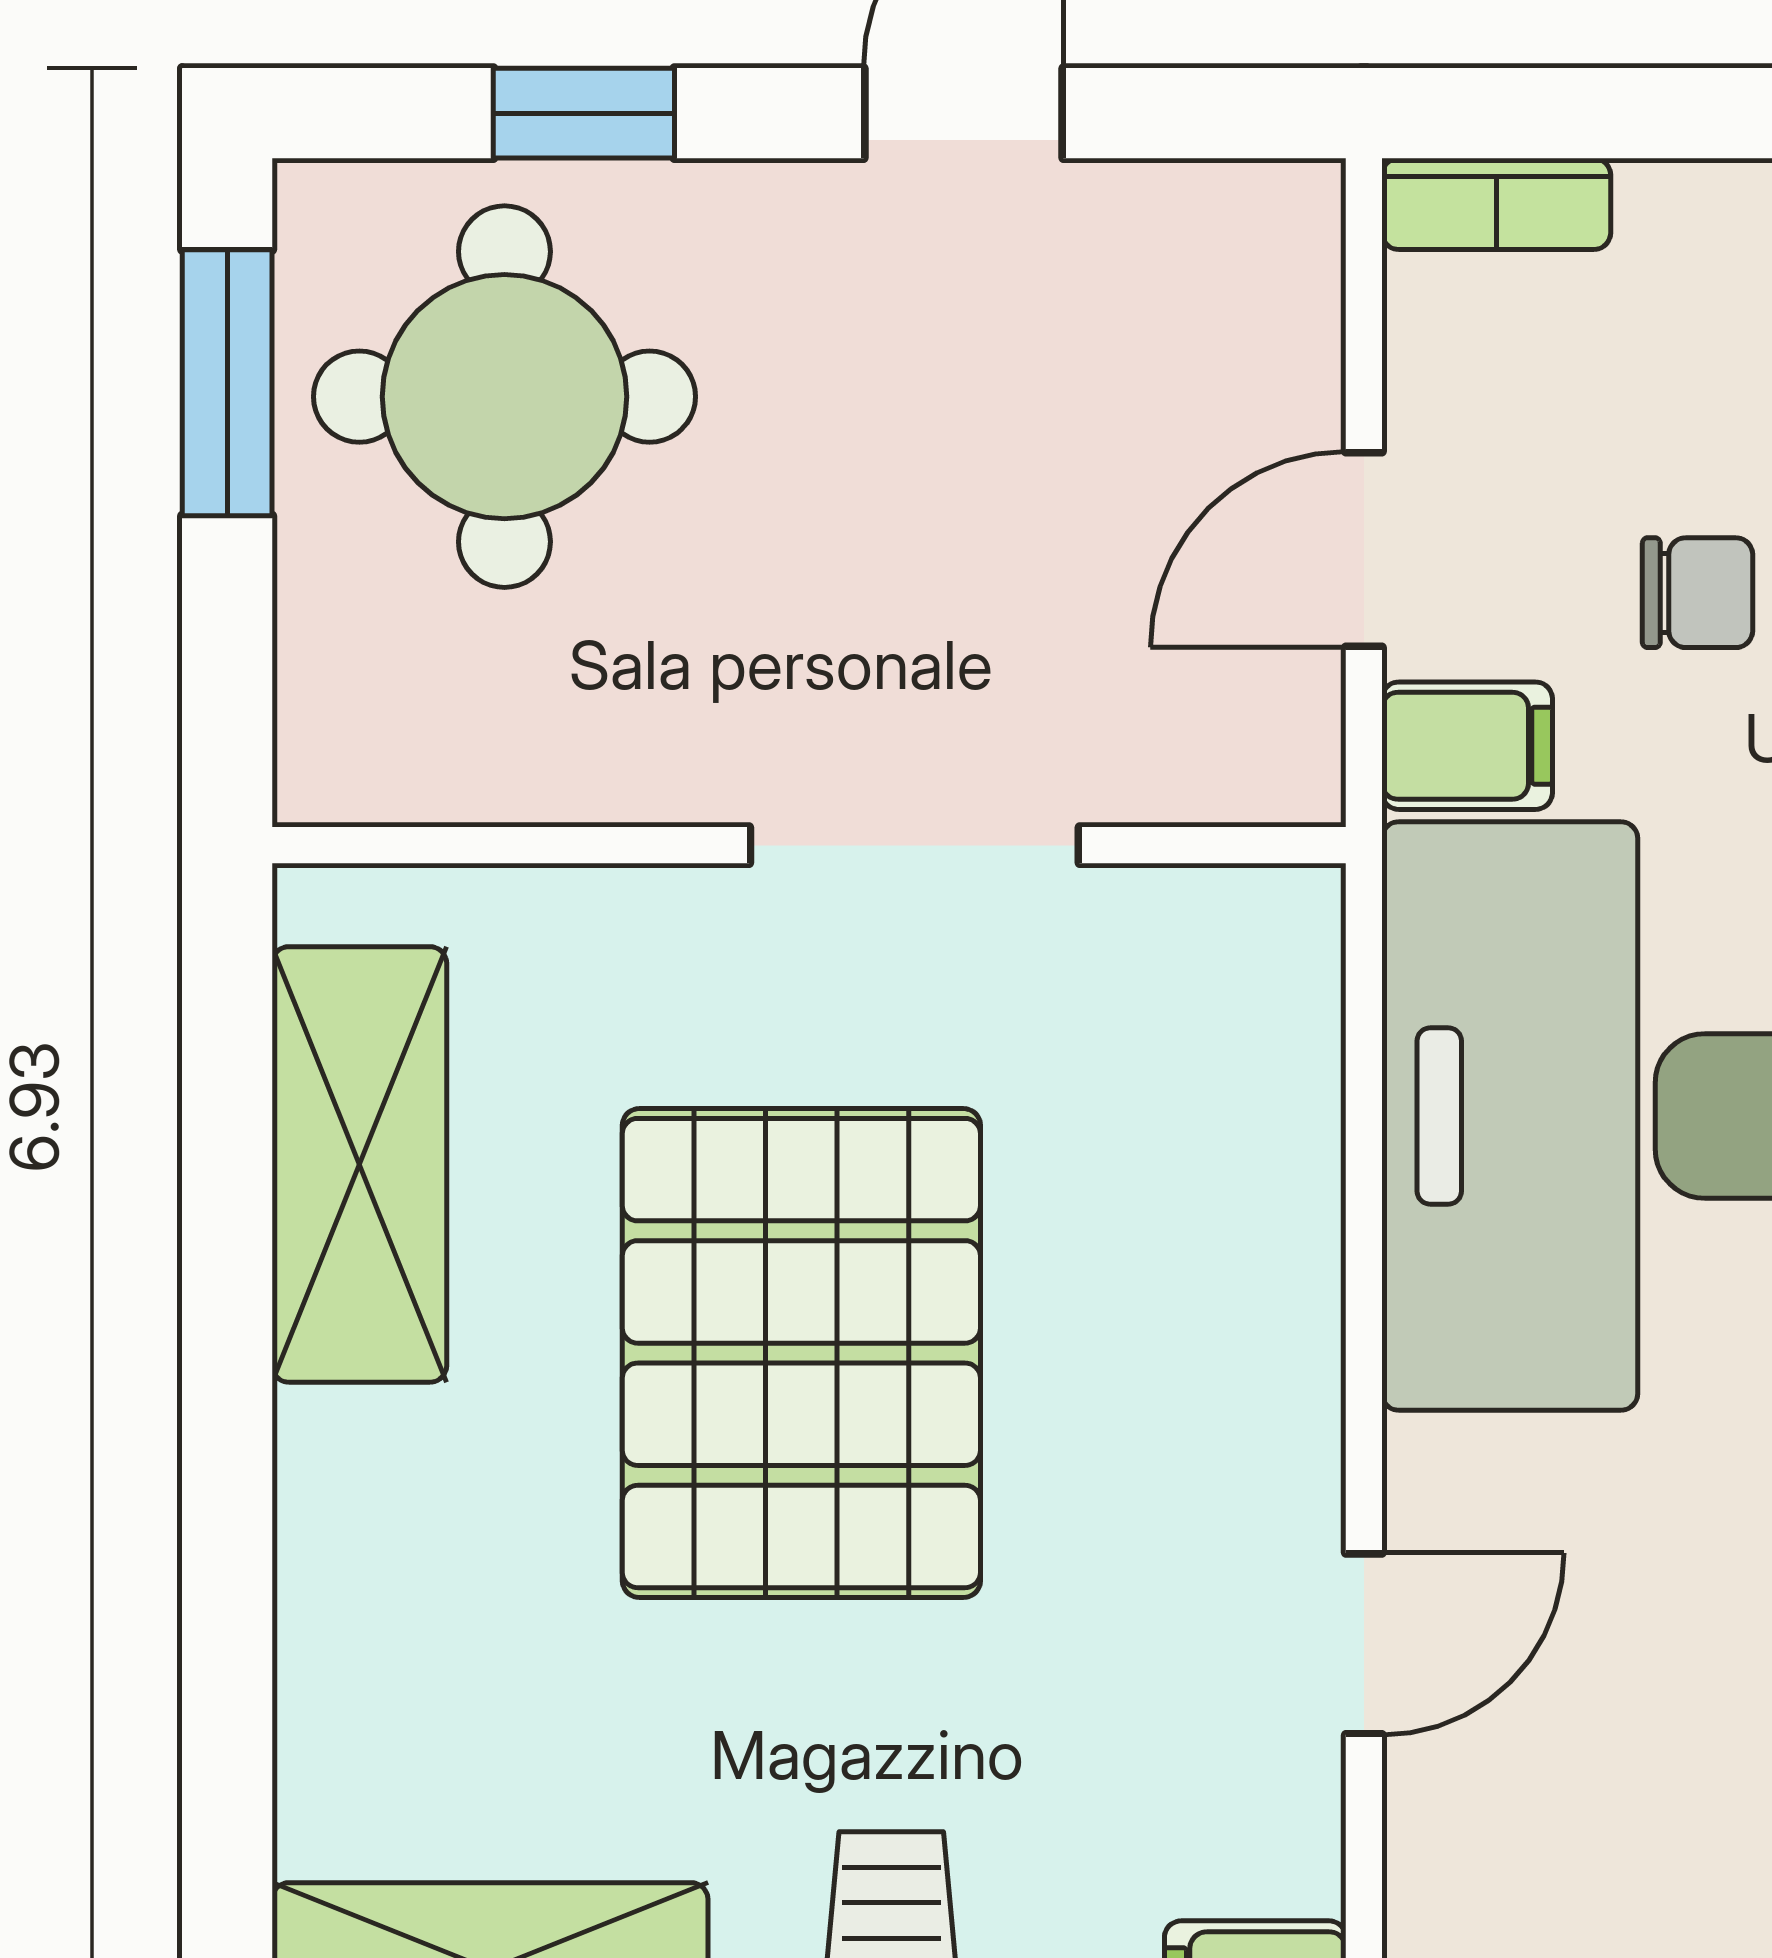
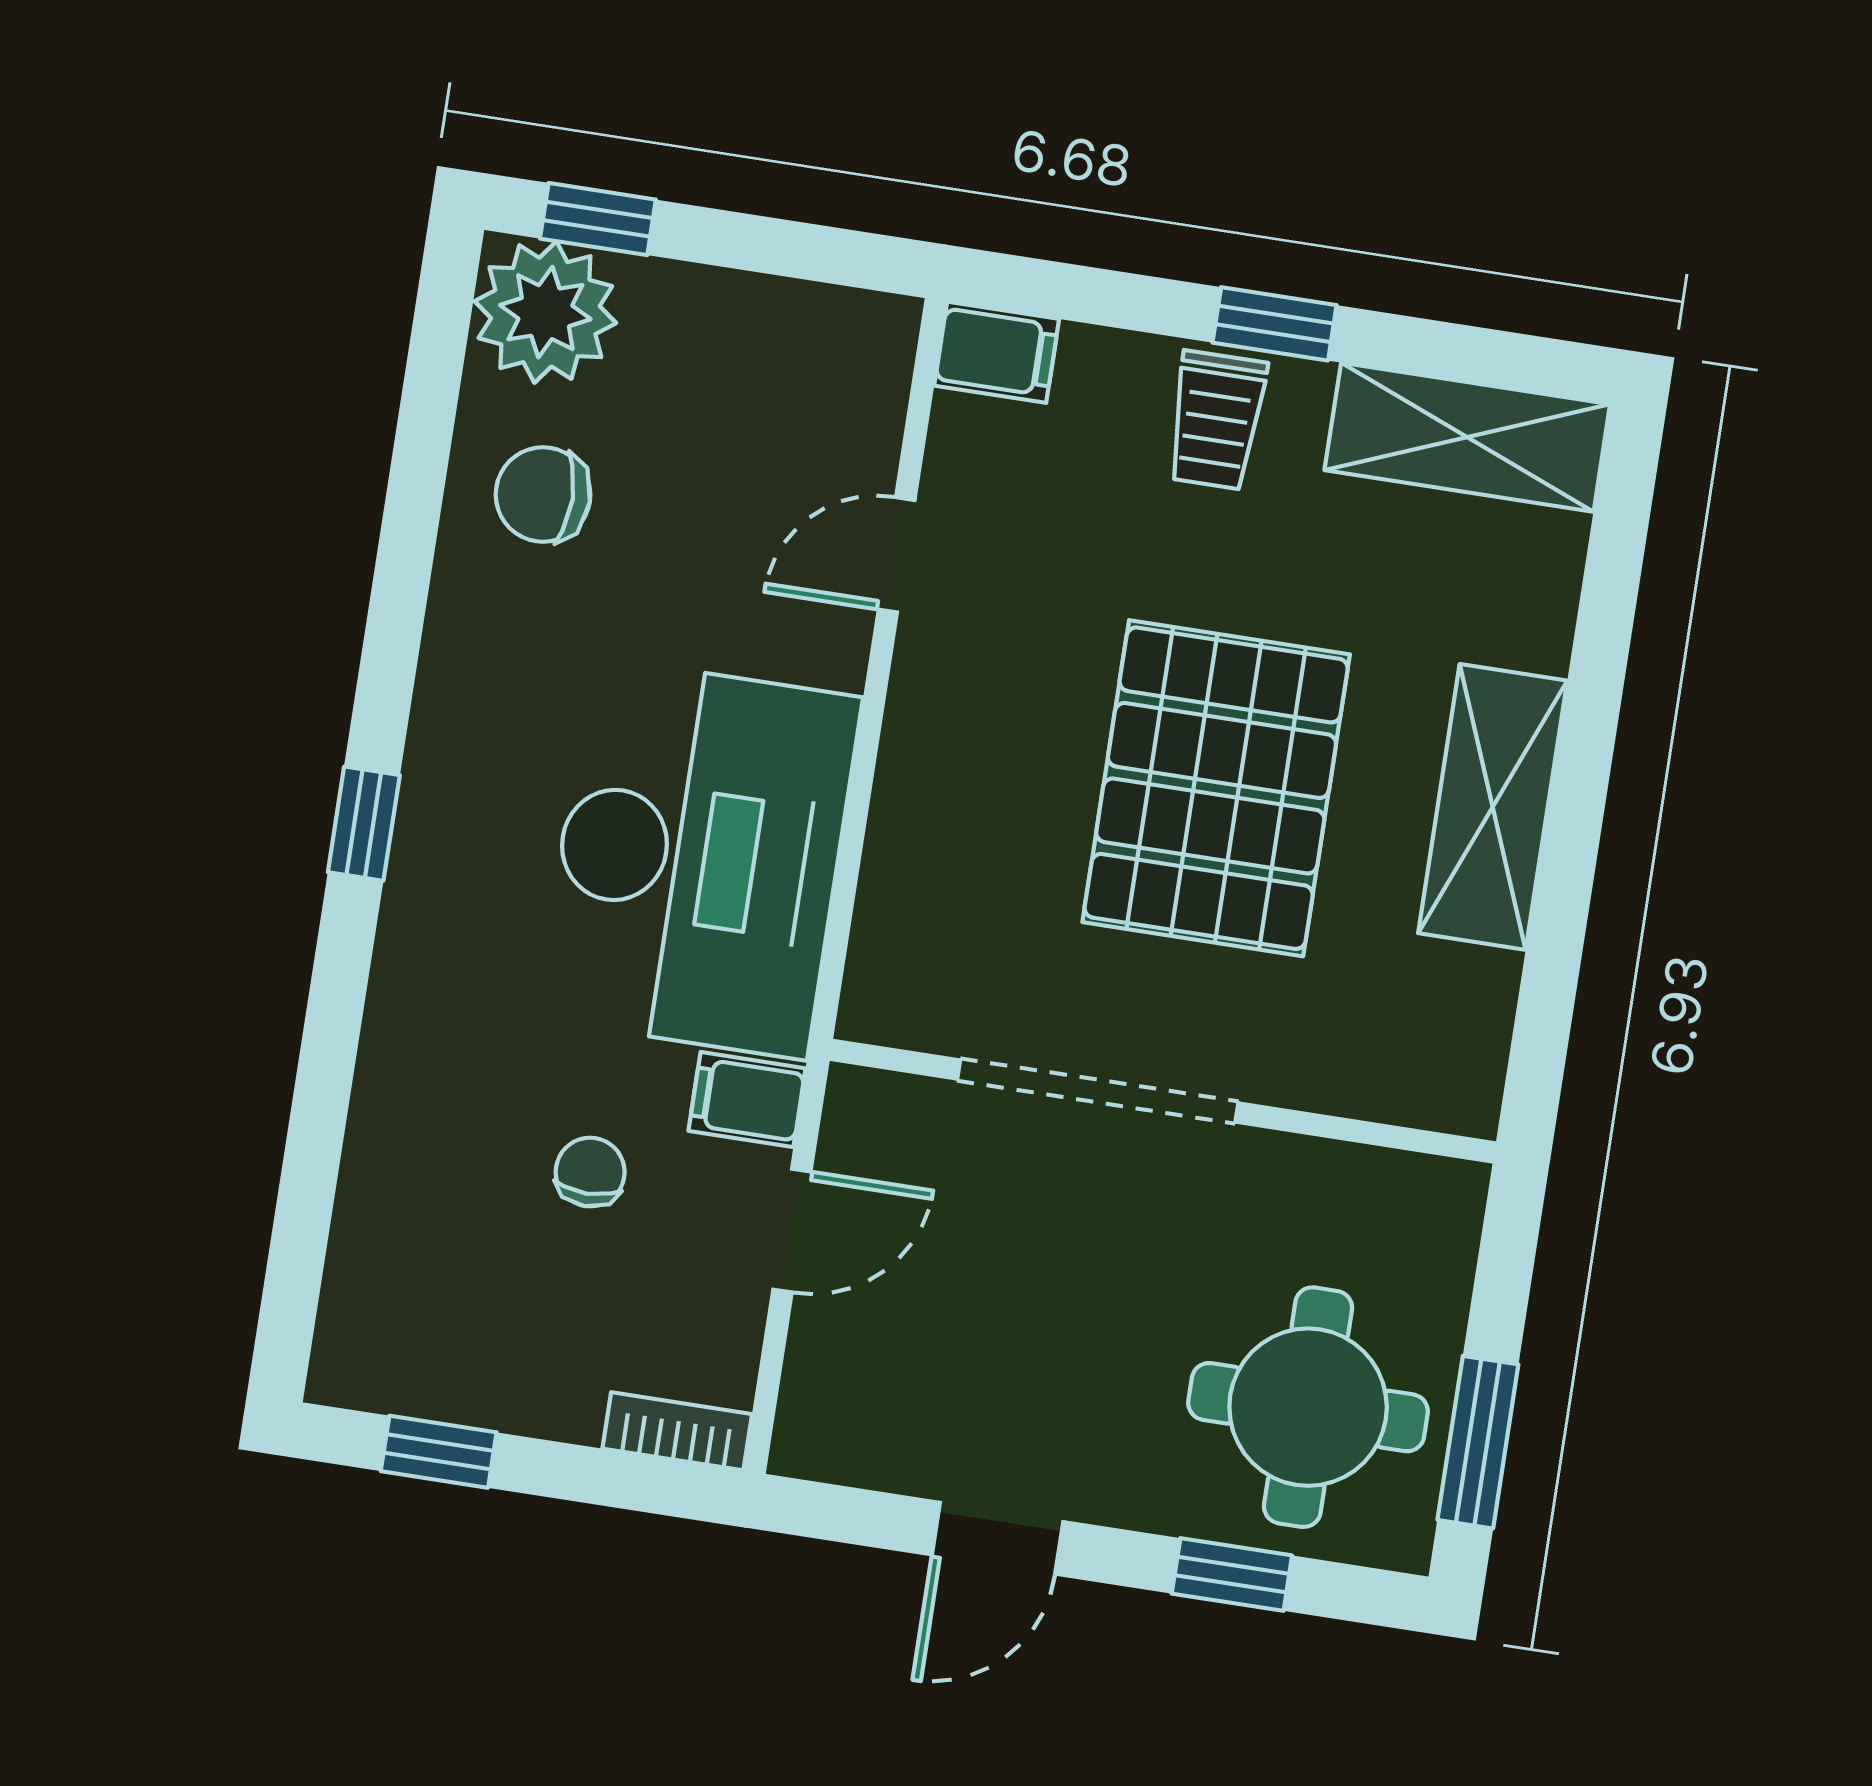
chair: (1698, 593) -> (590, 1172), turned 90
doorway: (914, 845) -> (1098, 1091), width x1.36
shelving: (359, 1164) -> (1493, 807), moved

